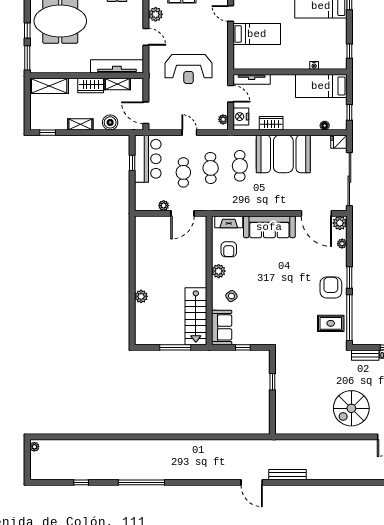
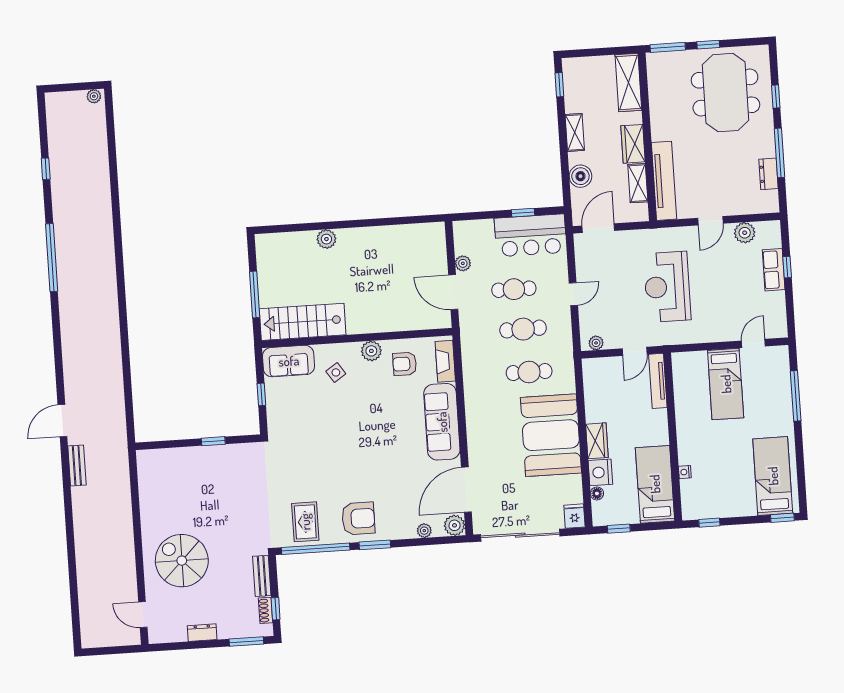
nightstand: (241, 117) -> (600, 472), moved, turned -90
wardrobe: (271, 123) -> (597, 441), moved
bench: (288, 475) -> (77, 465), width x0.73

